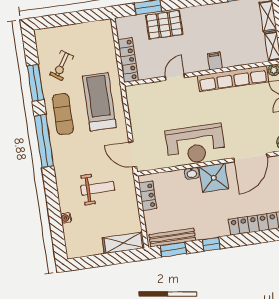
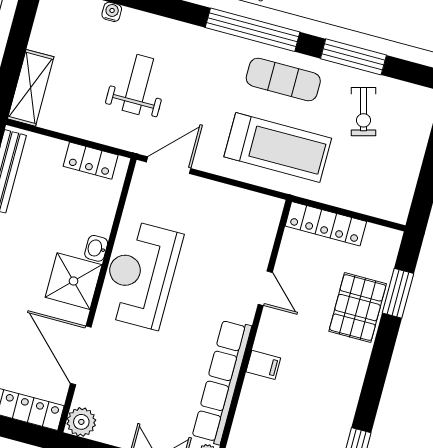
exercise bike: (62, 65) -> (364, 112), turned -139
weight bench: (98, 188) -> (138, 84), turned 180

